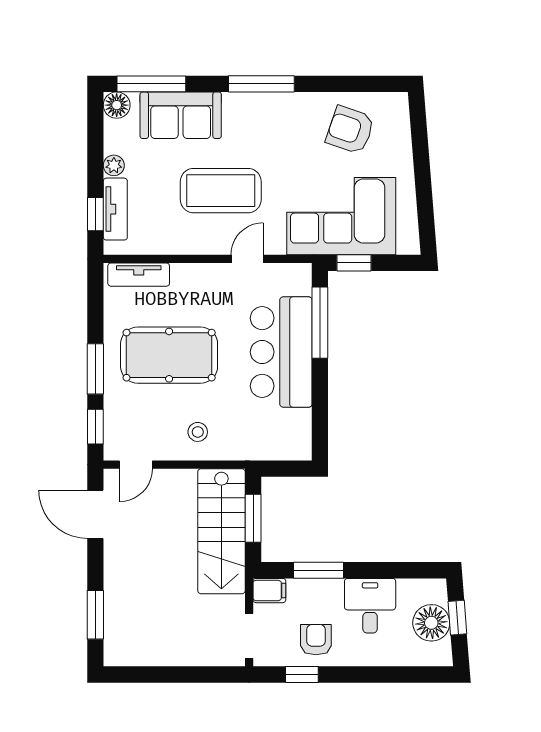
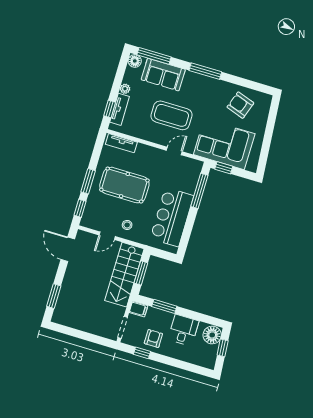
bar counter: (281, 352) -> (172, 217), moved
door: (136, 465) -> (107, 236), moved
floor lamp: (431, 623) -> (212, 335), moved

